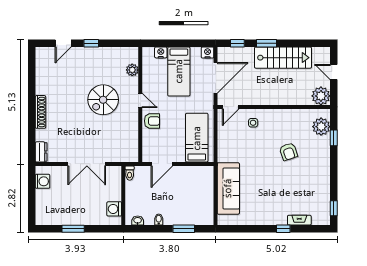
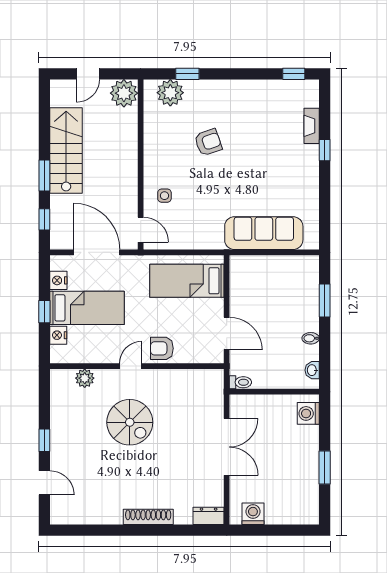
window: (176, 43) -> (44, 312), added
nightstand: (208, 53) -> (58, 280), moved
armchair: (152, 121) -> (162, 348), turned -90
washing machine: (114, 209) -> (308, 413), moved, turned 90

